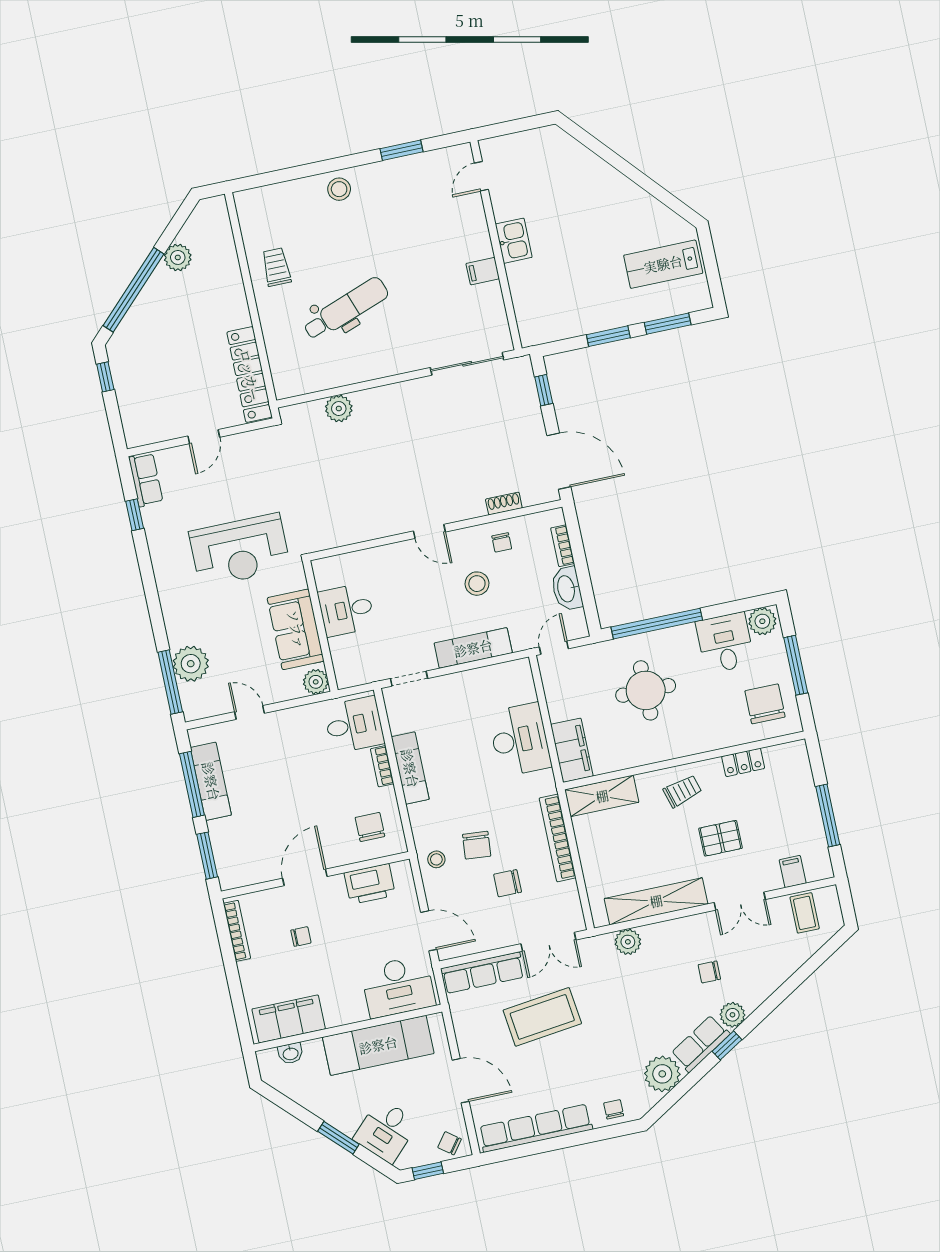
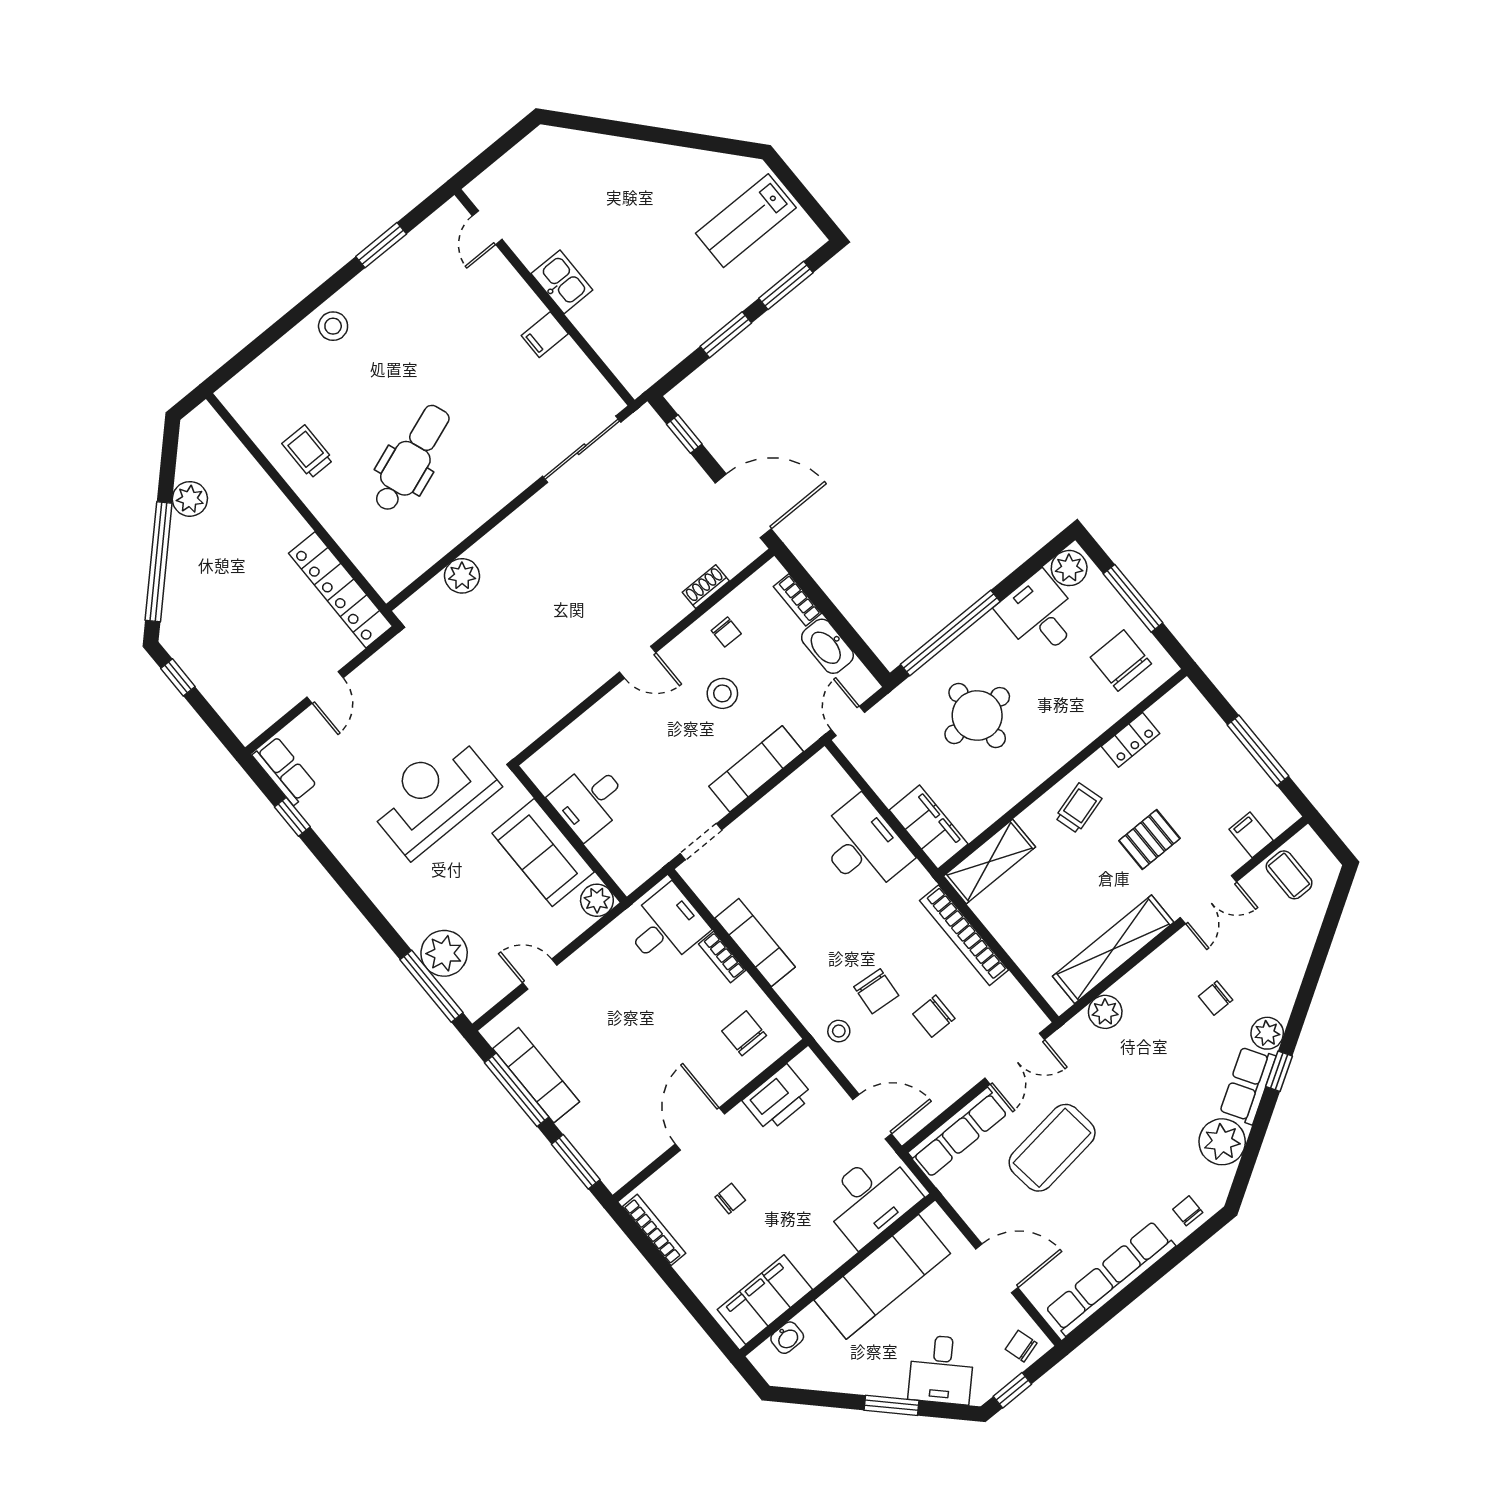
reception desk: (240, 550) -> (433, 795), turned 180
chair: (450, 1143) -> (1021, 1346), turned 37

